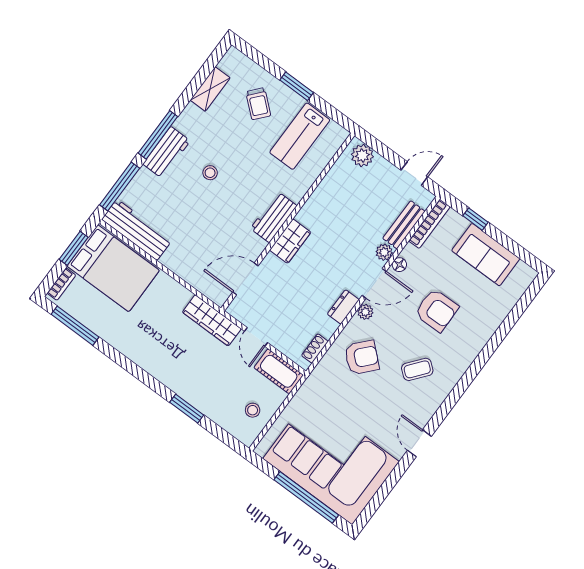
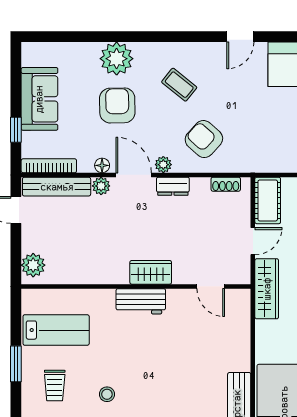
trolley: (258, 104) -> (55, 385), turned 139
stool: (210, 173) -> (107, 394), moved
bench: (404, 225) -> (57, 187), width x1.36
door: (245, 279) -> (211, 286), width x0.73
plant: (473, 336) -> (117, 59), added

